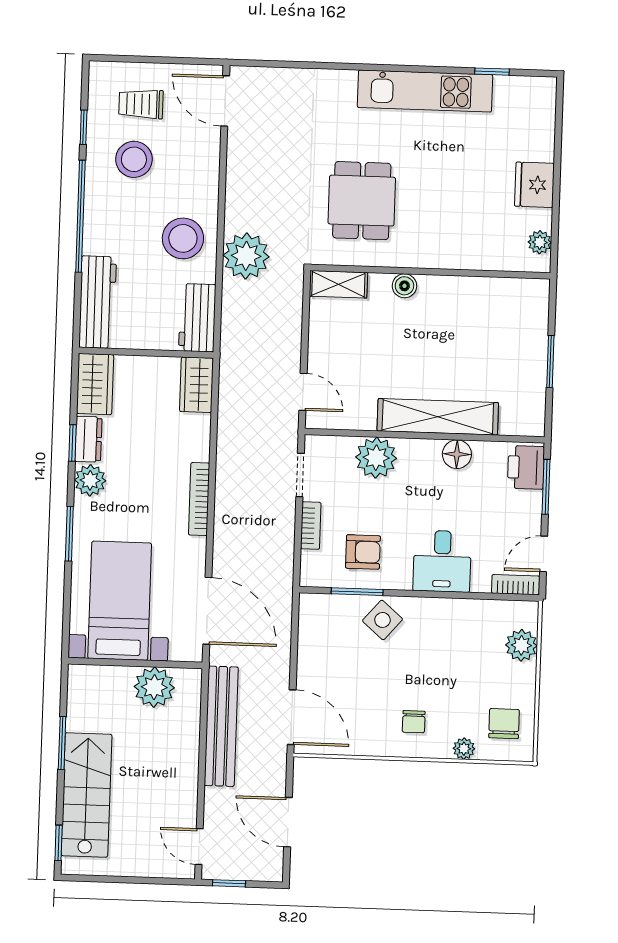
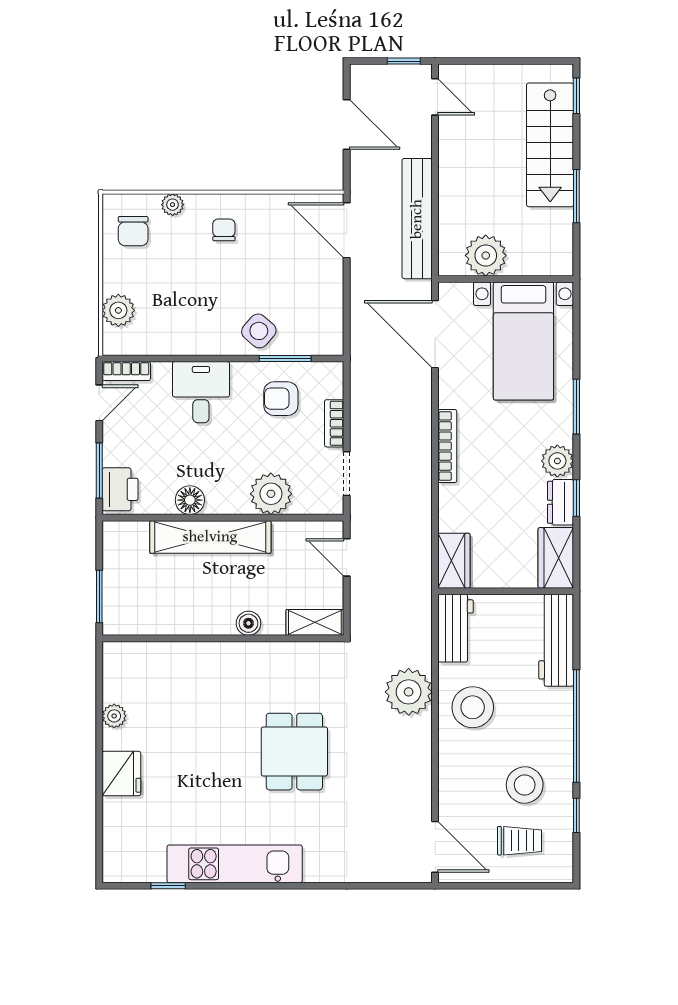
wall: (430, 272) -> (223, 638), moved
shelving: (338, 284) -> (315, 622), moved
boiler: (404, 286) -> (248, 623), moved

